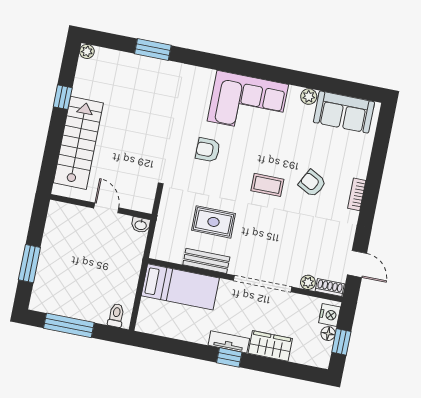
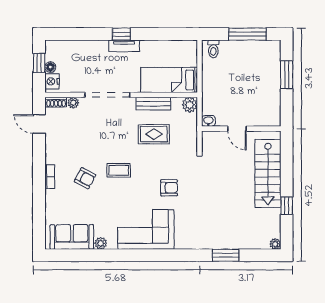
plant: (160, 250) -> (190, 105), added
wardrobe: (270, 346) -> (92, 49), removed

